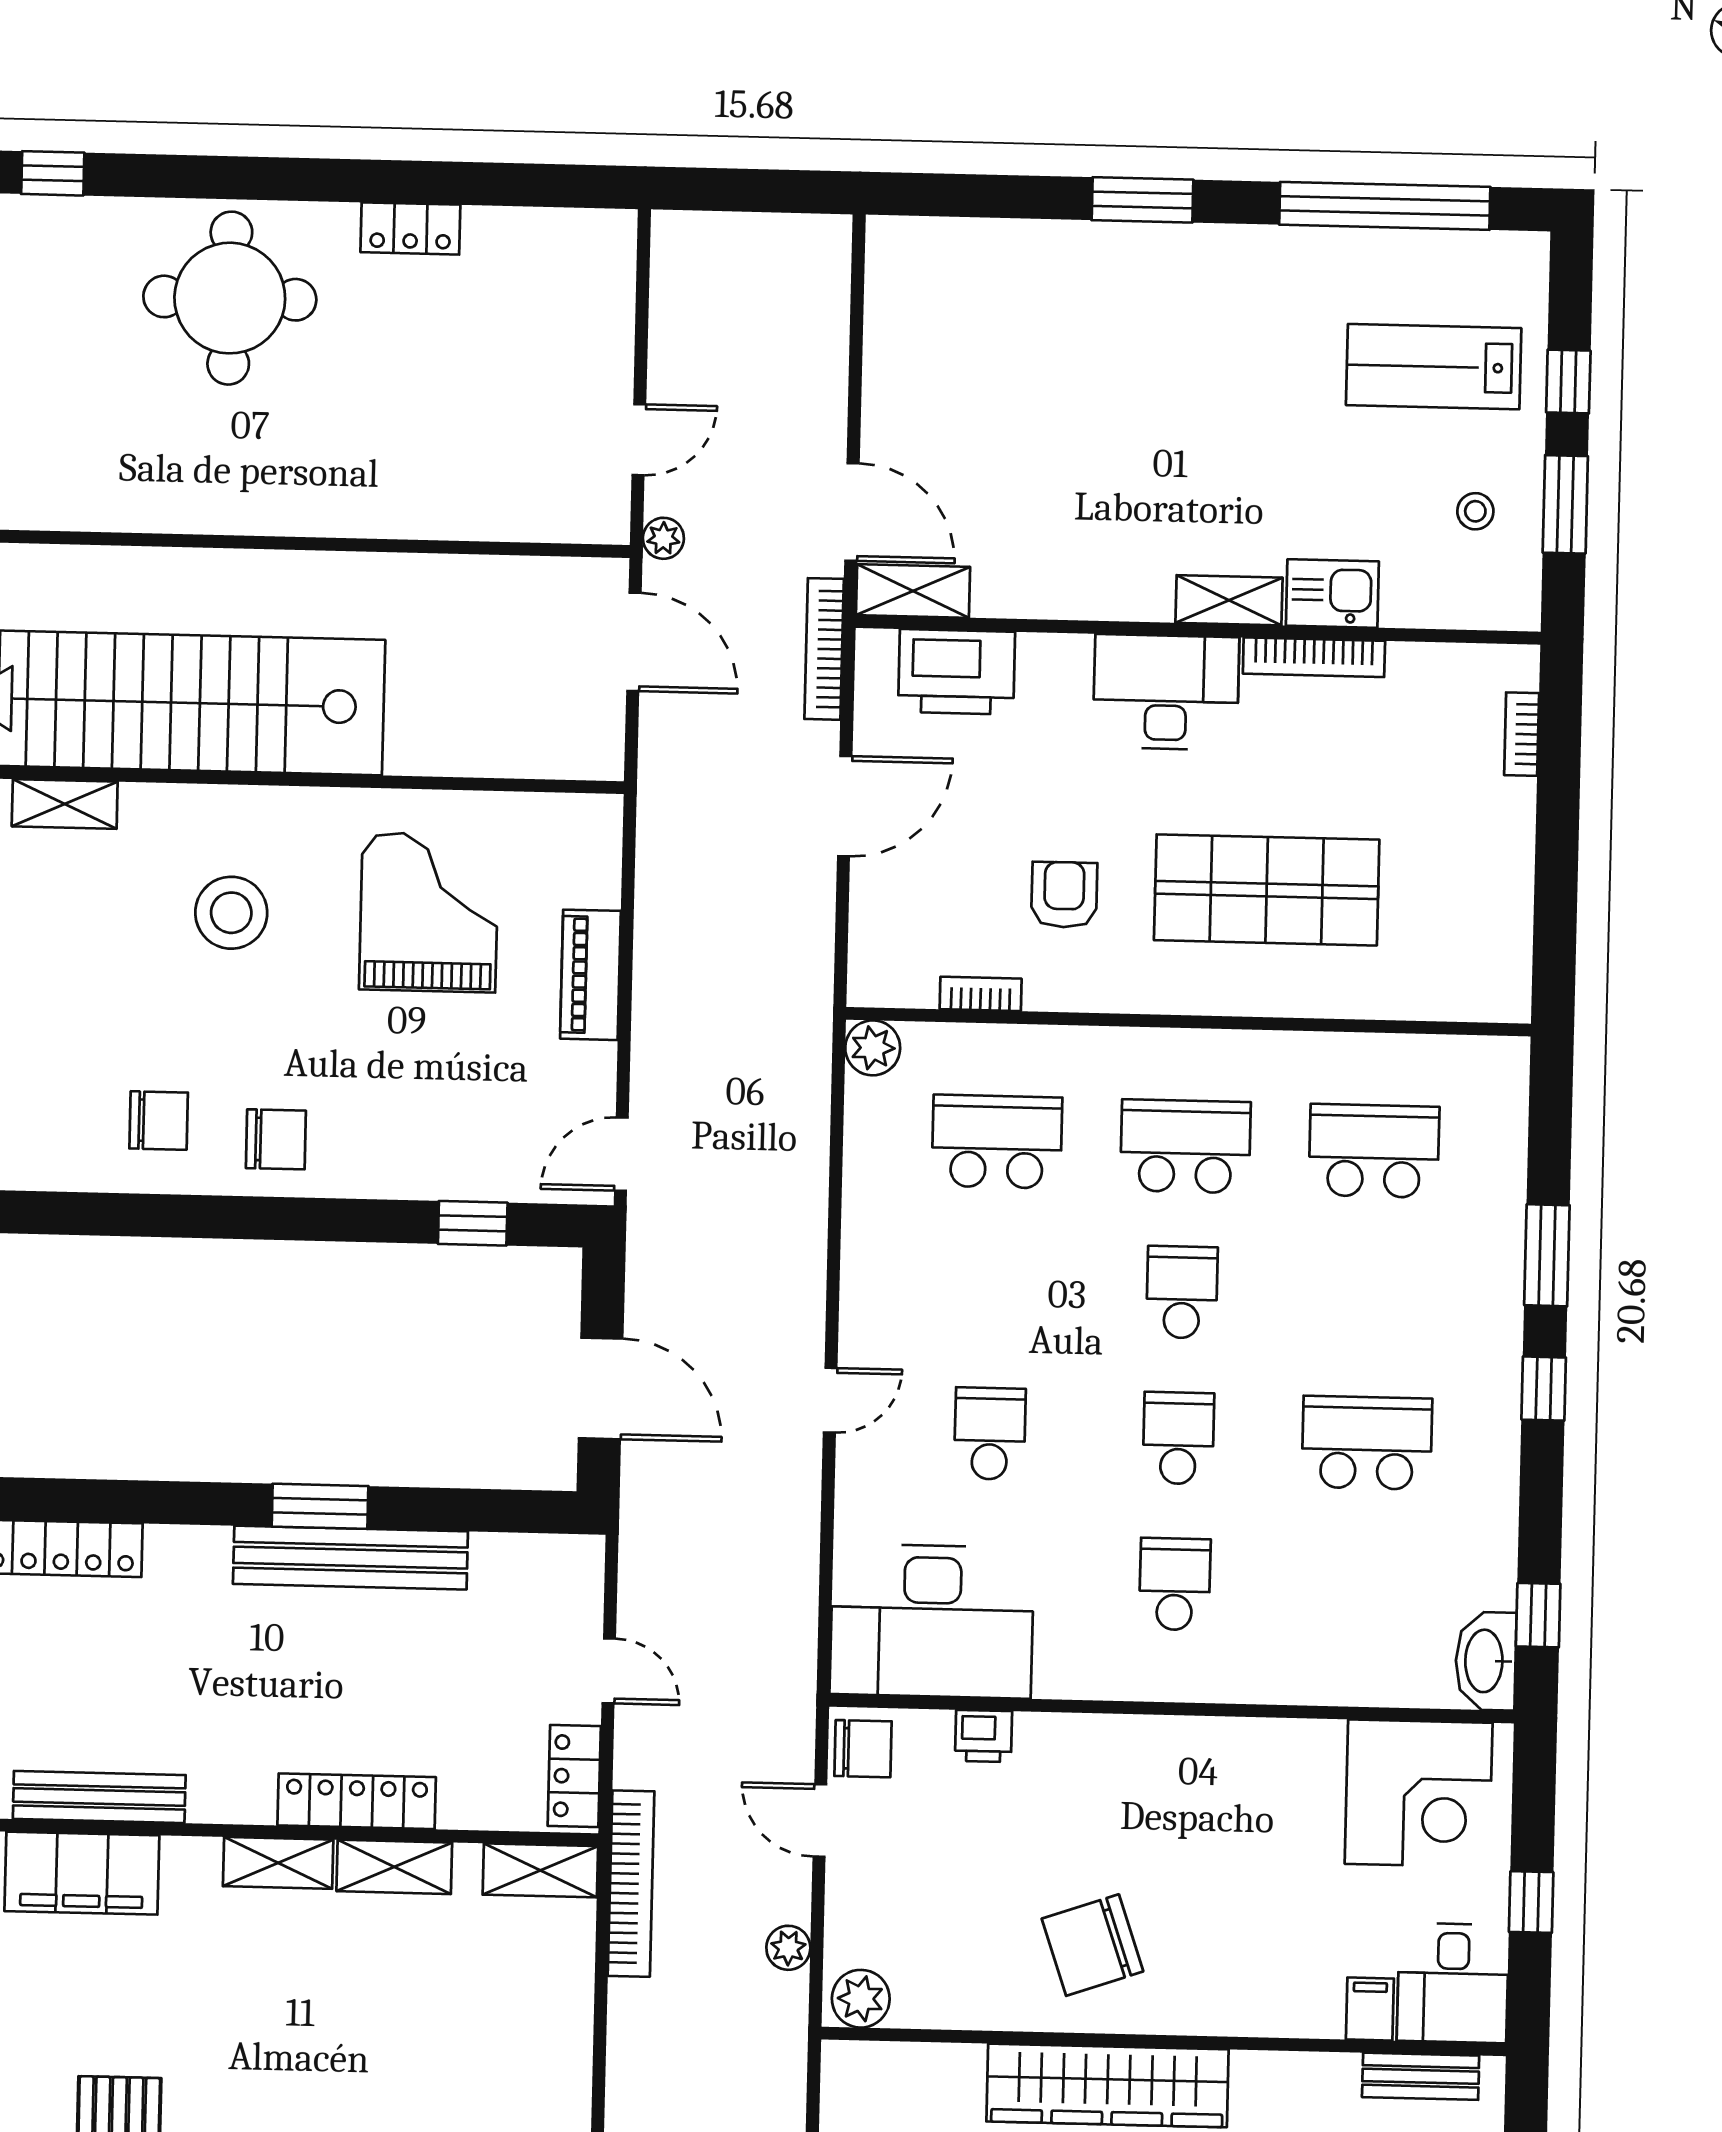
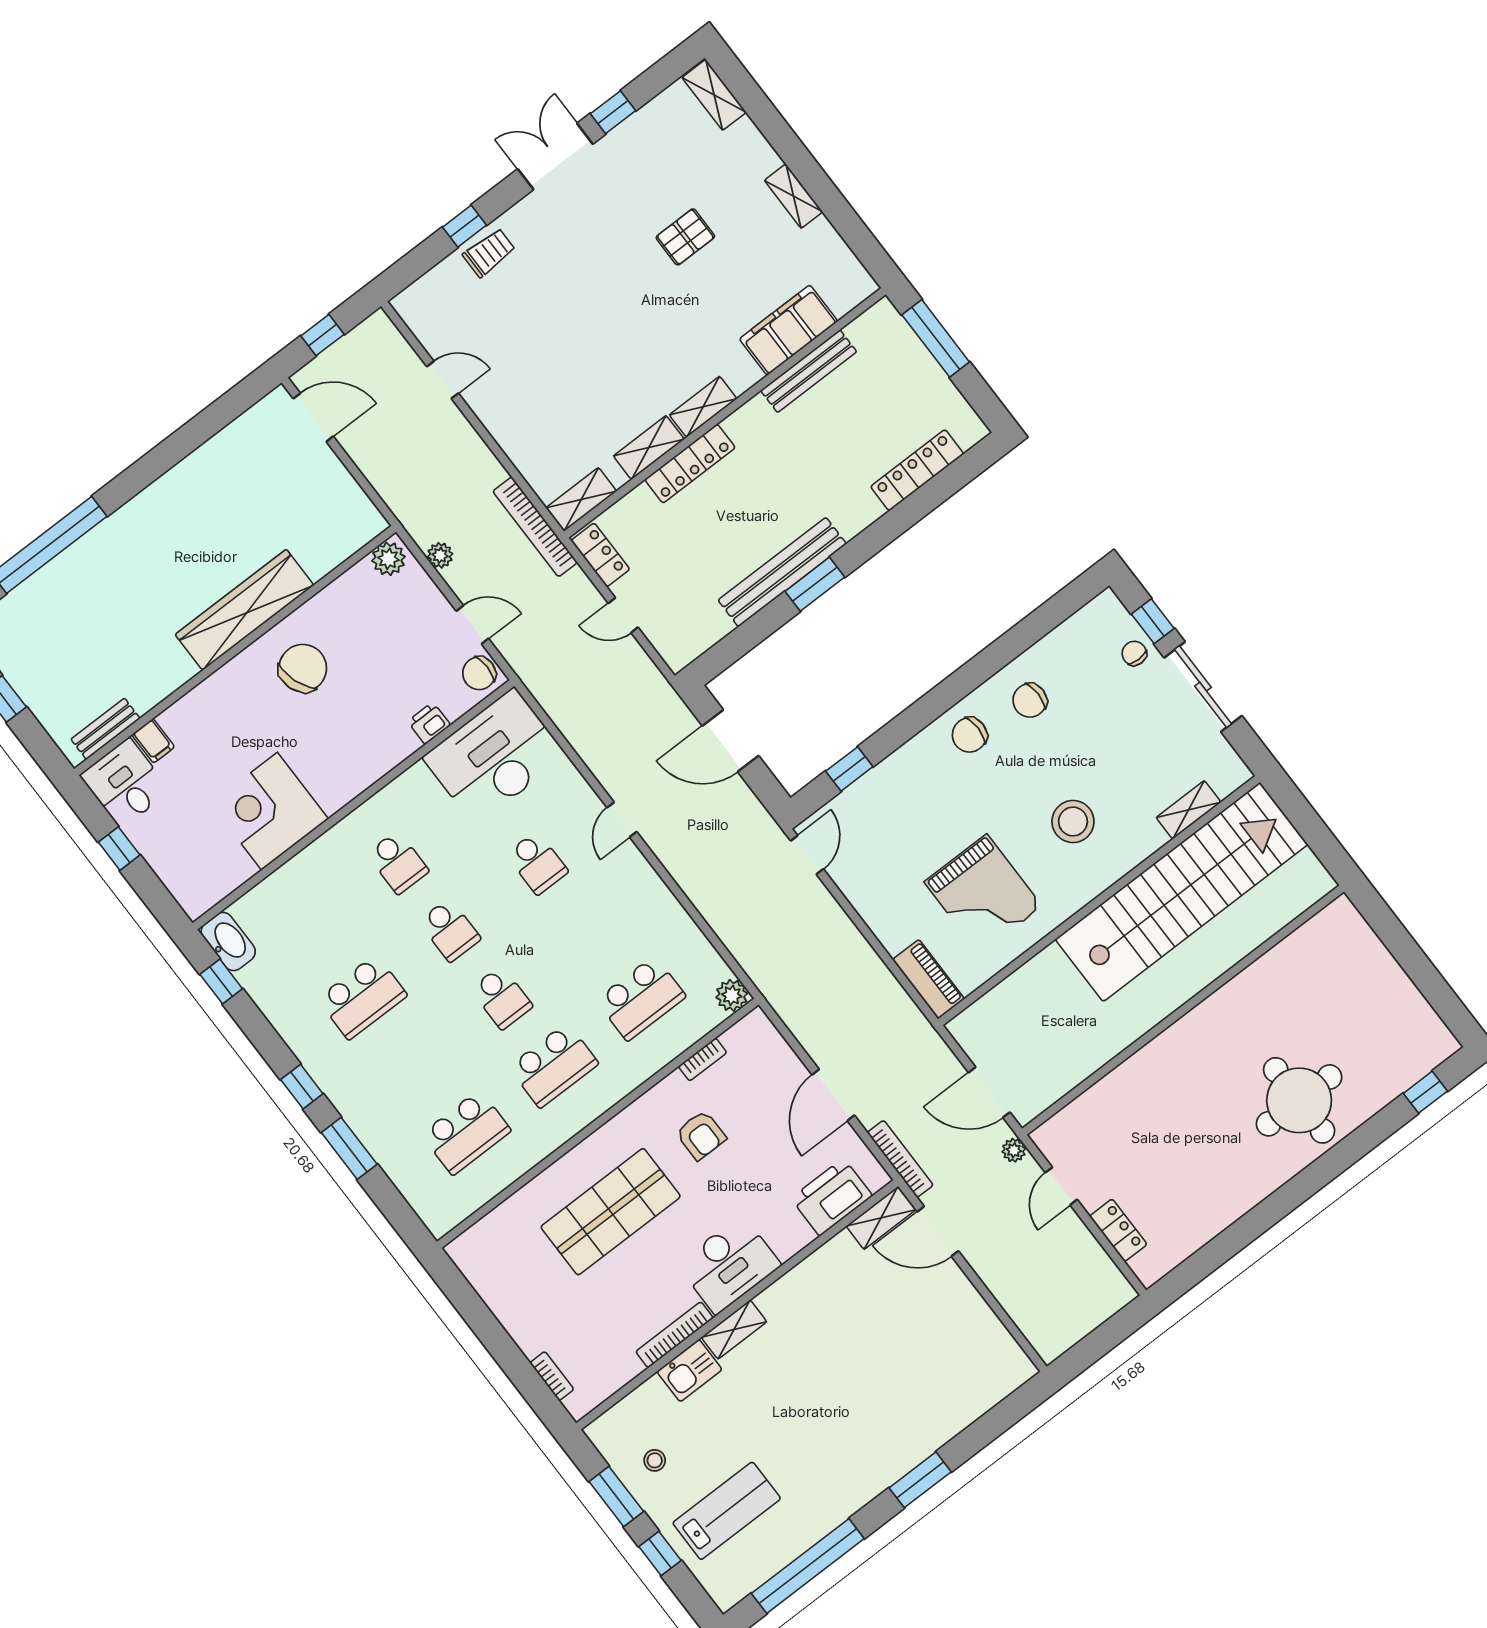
locker: (410, 228) -> (1118, 1230), moved, turned 90
piano: (590, 975) -> (928, 979), moved
corner desk: (1419, 1793) -> (269, 811), moved

